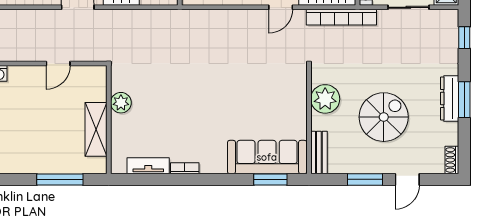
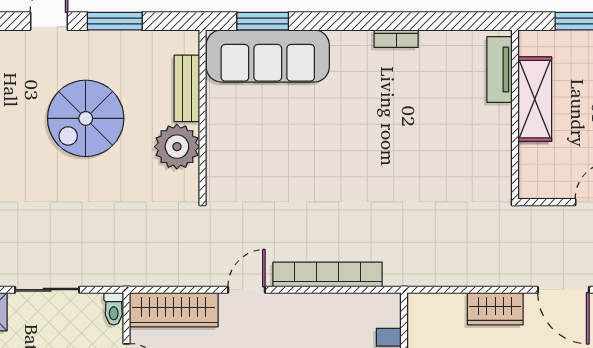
bookcase: (341, 17) -> (328, 274), moved
plant: (121, 103) -> (496, 141), removed
bench: (319, 152) -> (187, 88), moved
tv unit: (148, 166) -> (500, 70), moved, turned 90

